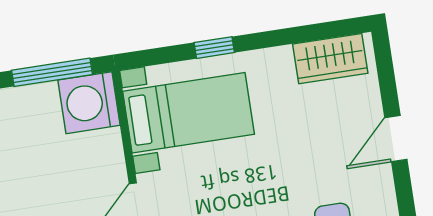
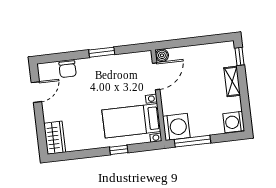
wardrobe: (330, 59) -> (55, 138), moved, turned 90
door: (396, 139) -> (36, 92), moved

